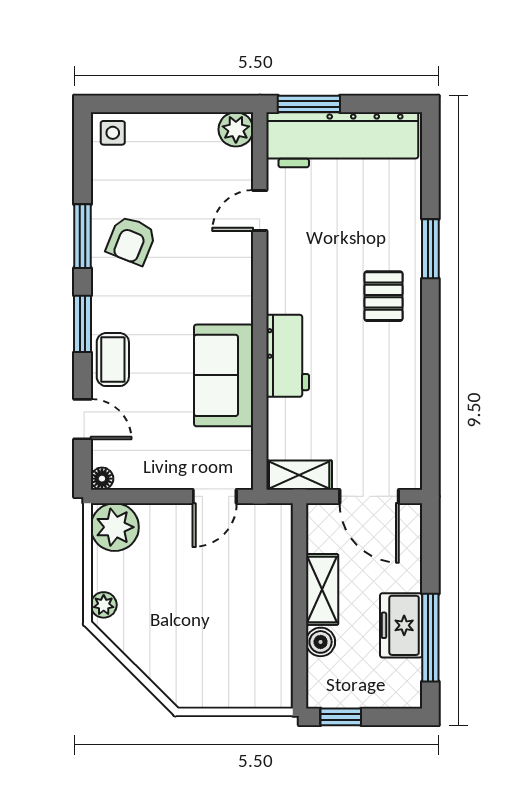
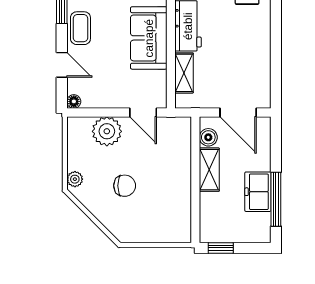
shelving: (299, 475) -> (184, 73), moved, turned 90
door: (215, 496) -> (143, 112), hinge flipped
plant: (115, 527) -> (107, 131), moved
chair: (185, 616) -> (125, 186), added
boiler: (321, 642) -> (208, 137), moved

